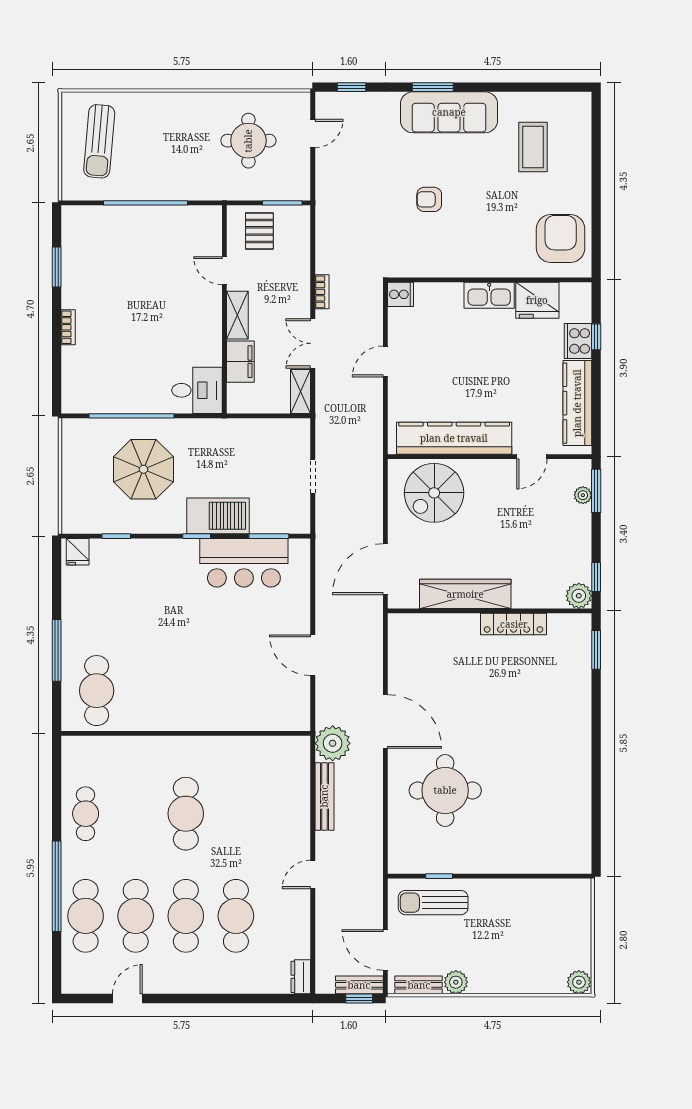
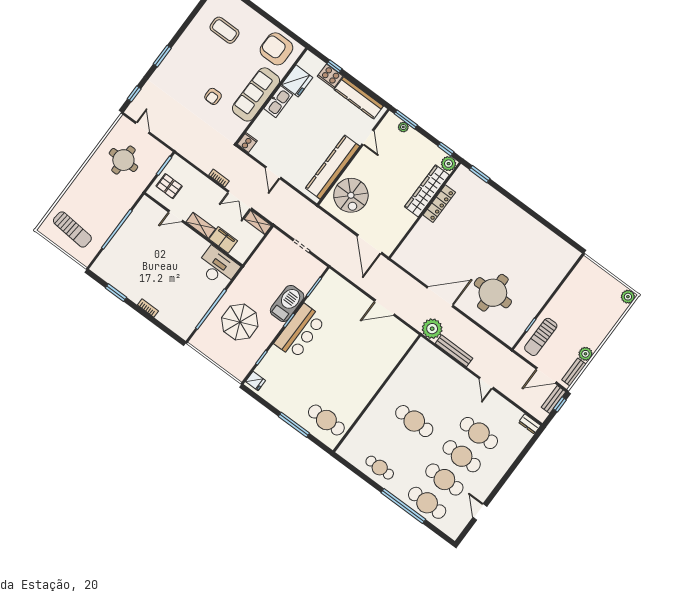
sofa: (449, 112) -> (256, 94), moved, turned 180
desk: (197, 390) -> (218, 267), width x1.37
bar counter: (244, 563) -> (300, 332), moved
wardrobe: (465, 594) -> (427, 191), moved

